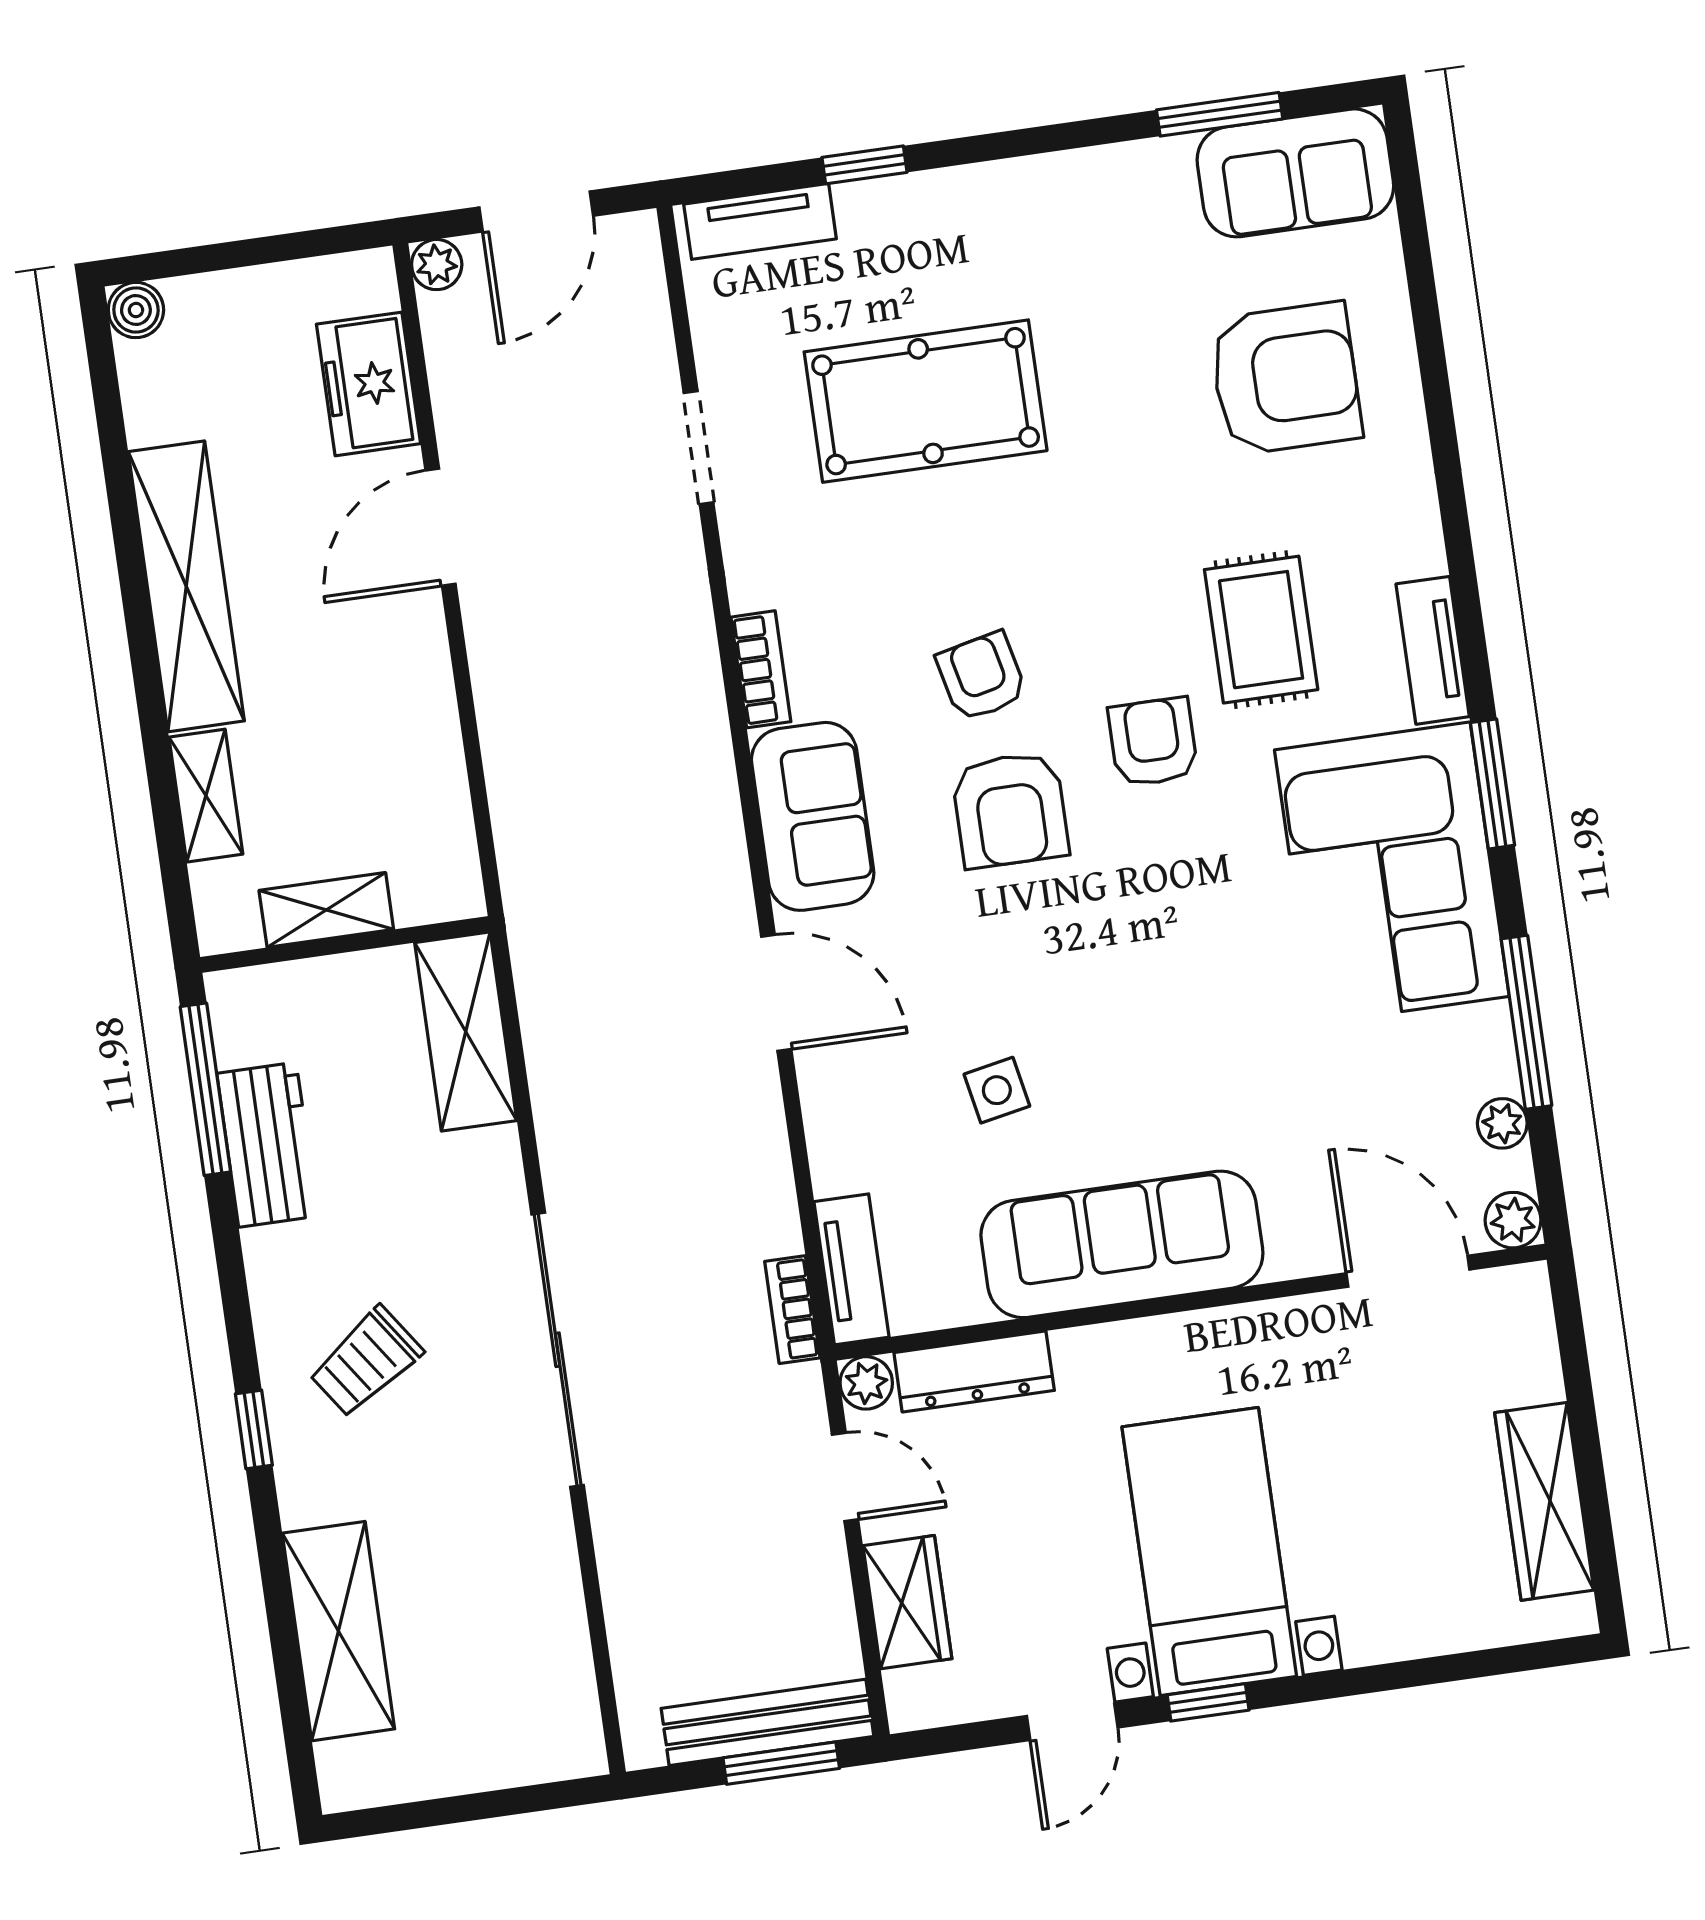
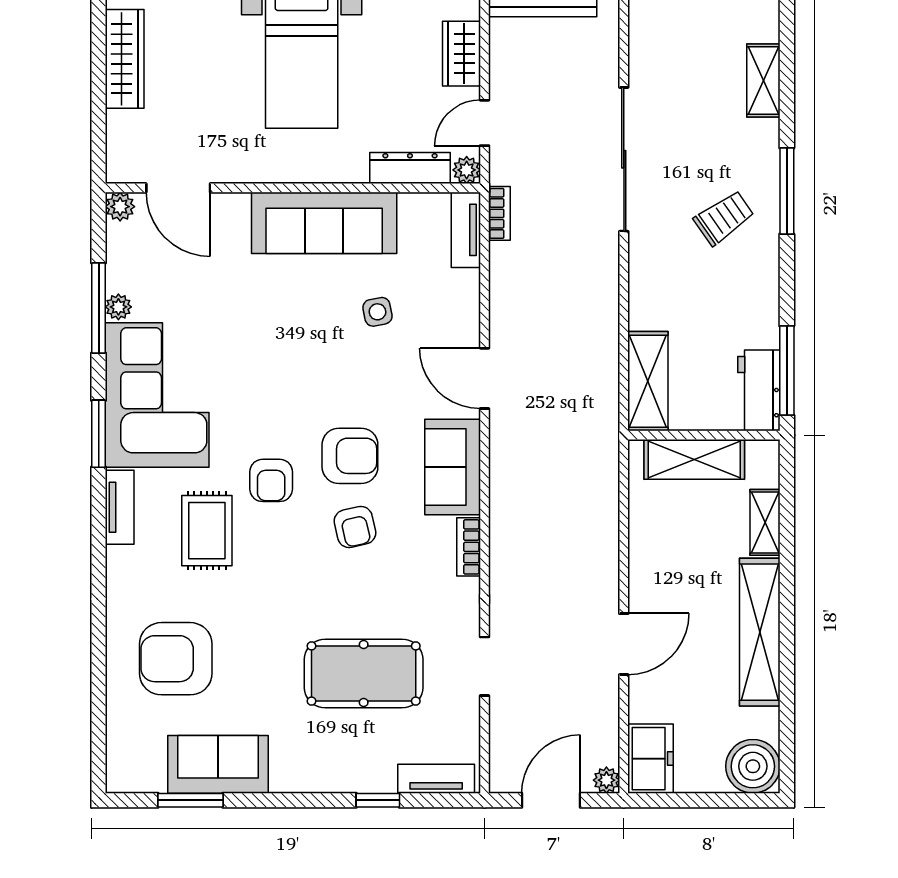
sofa: (1295, 173) -> (218, 764), moved
boiler: (136, 310) -> (753, 766), width x1.86, depth x1.86
freezer: (368, 384) -> (651, 759), moved
armchair: (1010, 810) -> (350, 456), turned 90
shelving: (326, 910) -> (694, 459), width x1.50, depth x1.33
plant: (1502, 1123) -> (118, 307), moved
workbench: (267, 1145) -> (759, 390), moved
sliding door: (558, 1350) -> (624, 159), moved
window: (254, 1429) -> (787, 191), width x2.17
door: (845, 1477) -> (484, 123), hinge flipped
shelving: (338, 1631) -> (763, 81), width x0.67, depth x0.75

